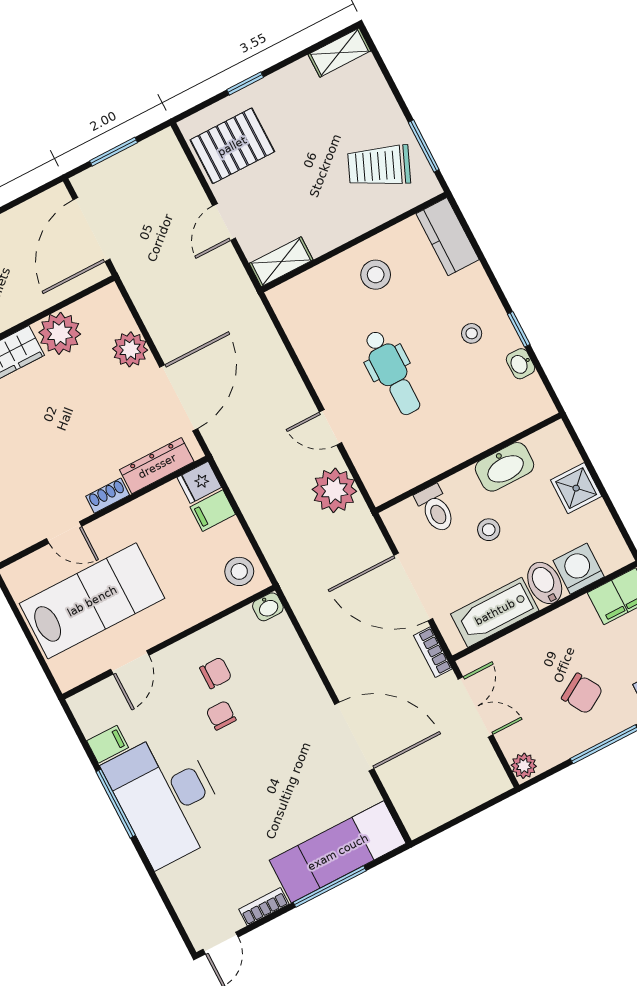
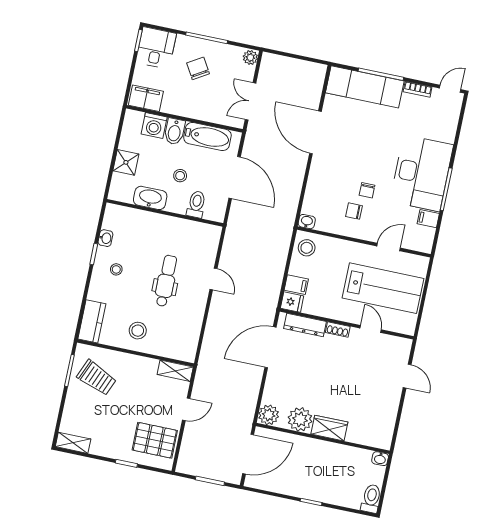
plant: (130, 349) -> (269, 415), moved
plant: (334, 490) -> (235, 249), removed
lab bench: (92, 601) -> (383, 288), turned 180
bookcase: (433, 652) -> (250, 141), removed

